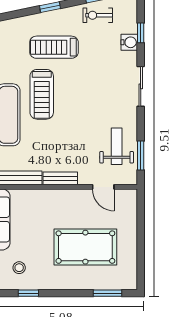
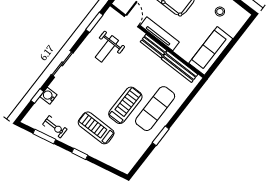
treadmill: (54, 47) -> (96, 128), turned 180
weight bench: (117, 146) -> (107, 49), moved
tv unit: (64, 196) -> (160, 34), added

